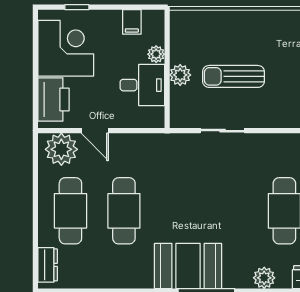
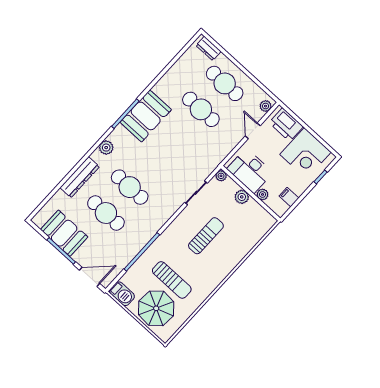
sun lounger: (233, 76) -> (206, 236), moved
desk: (142, 85) -> (250, 171), width x1.37
plant: (178, 120) -> (221, 176), added
door: (95, 131) -> (253, 131), hinge flipped
plant: (61, 149) -> (266, 106), width x0.53, depth x0.53

